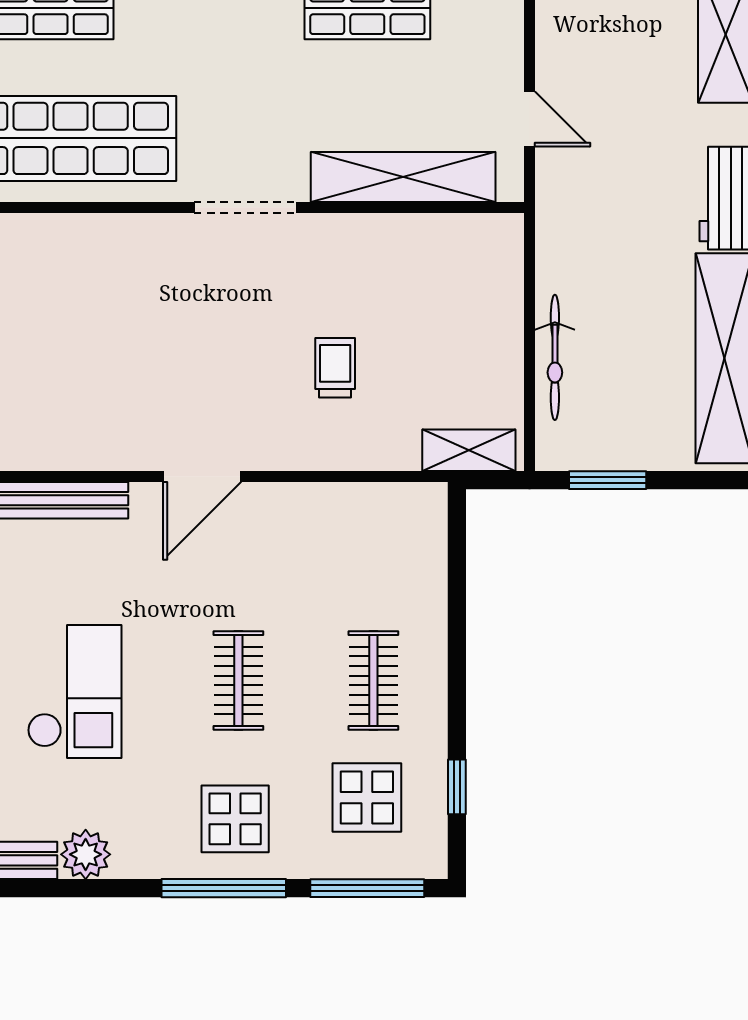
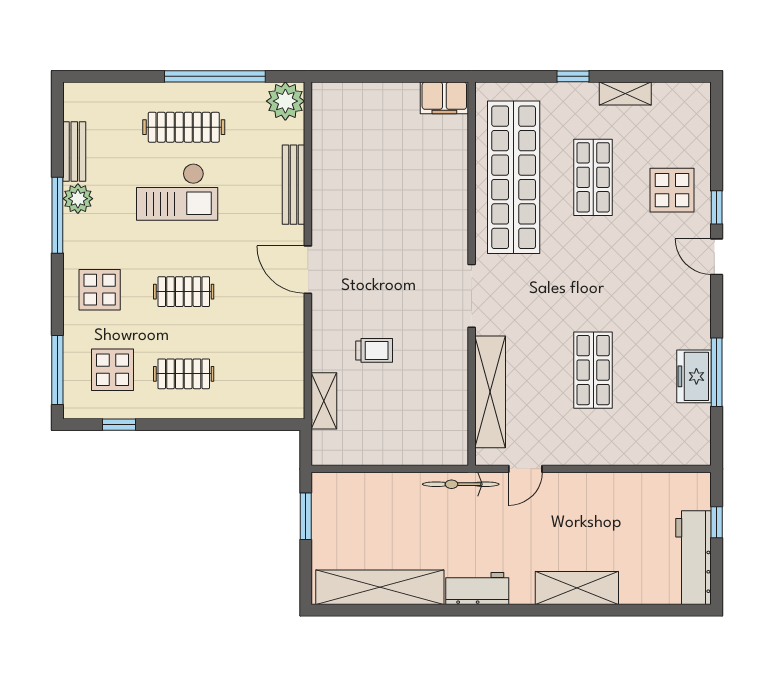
bicycle: (555, 357) -> (461, 484), moved
shelving: (469, 450) -> (324, 401), moved
window: (224, 888) -> (57, 215), moved

